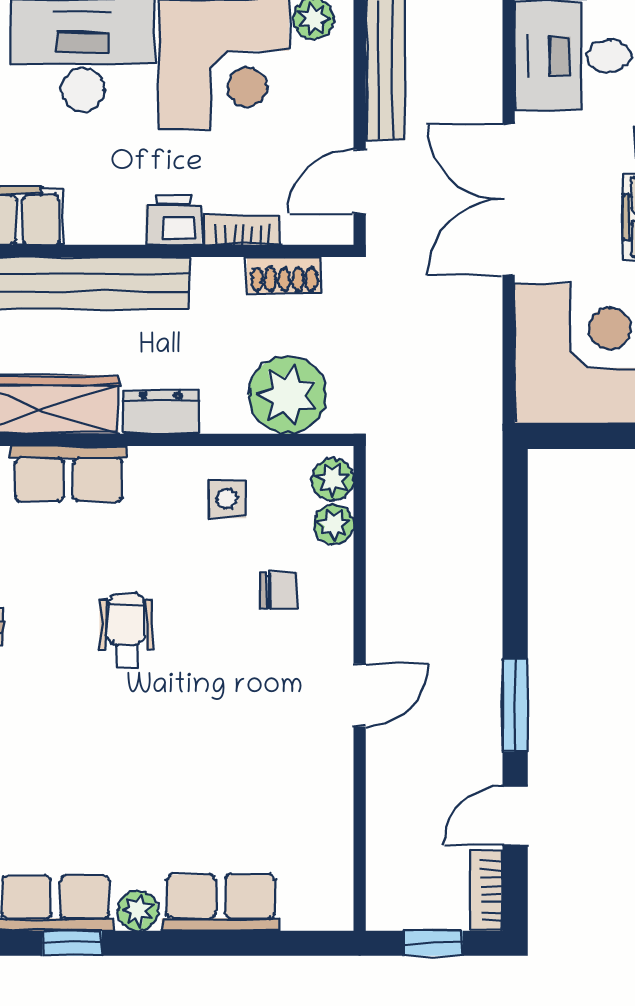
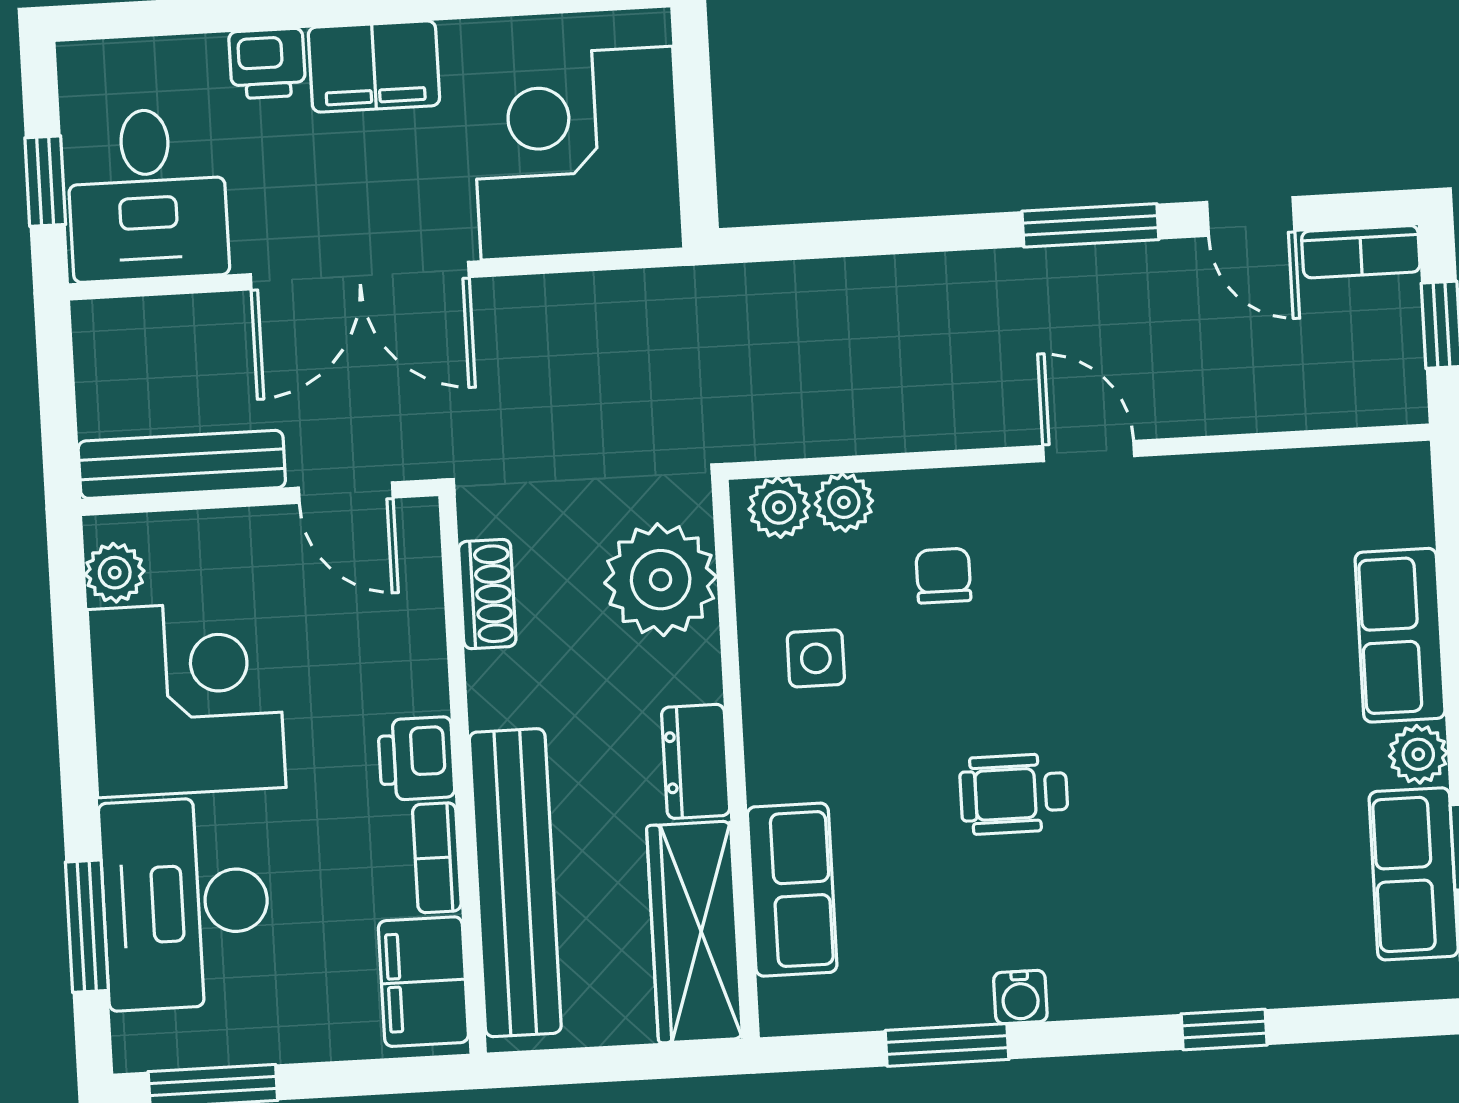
bookcase: (243, 230) -> (437, 858), moved

